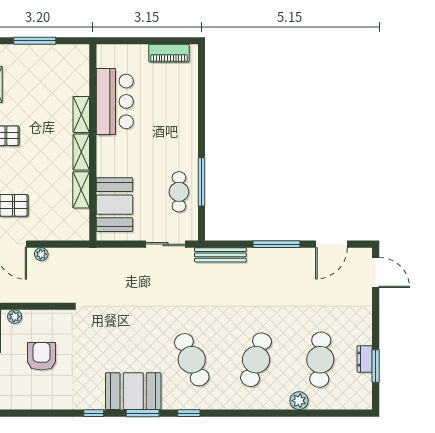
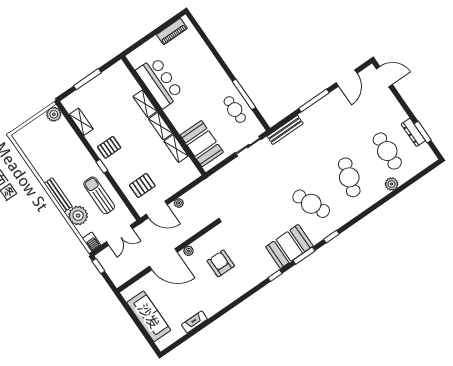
dresser: (365, 359) -> (413, 132), width x1.44

